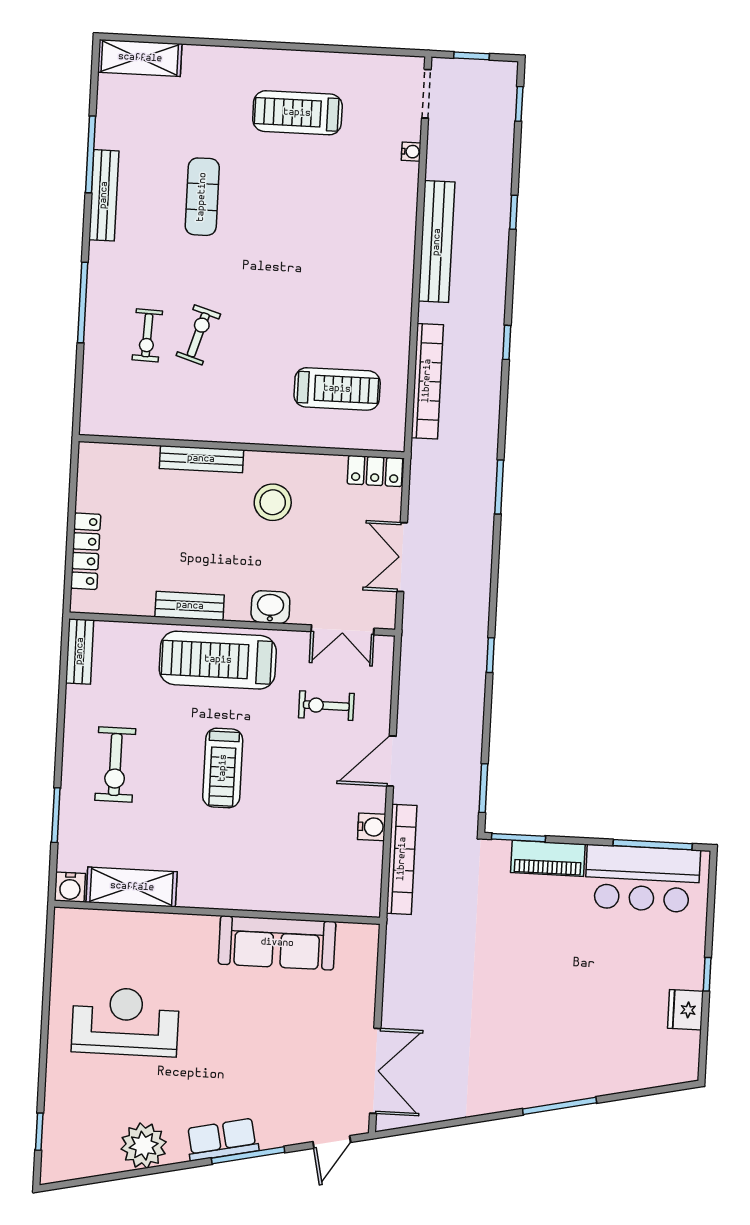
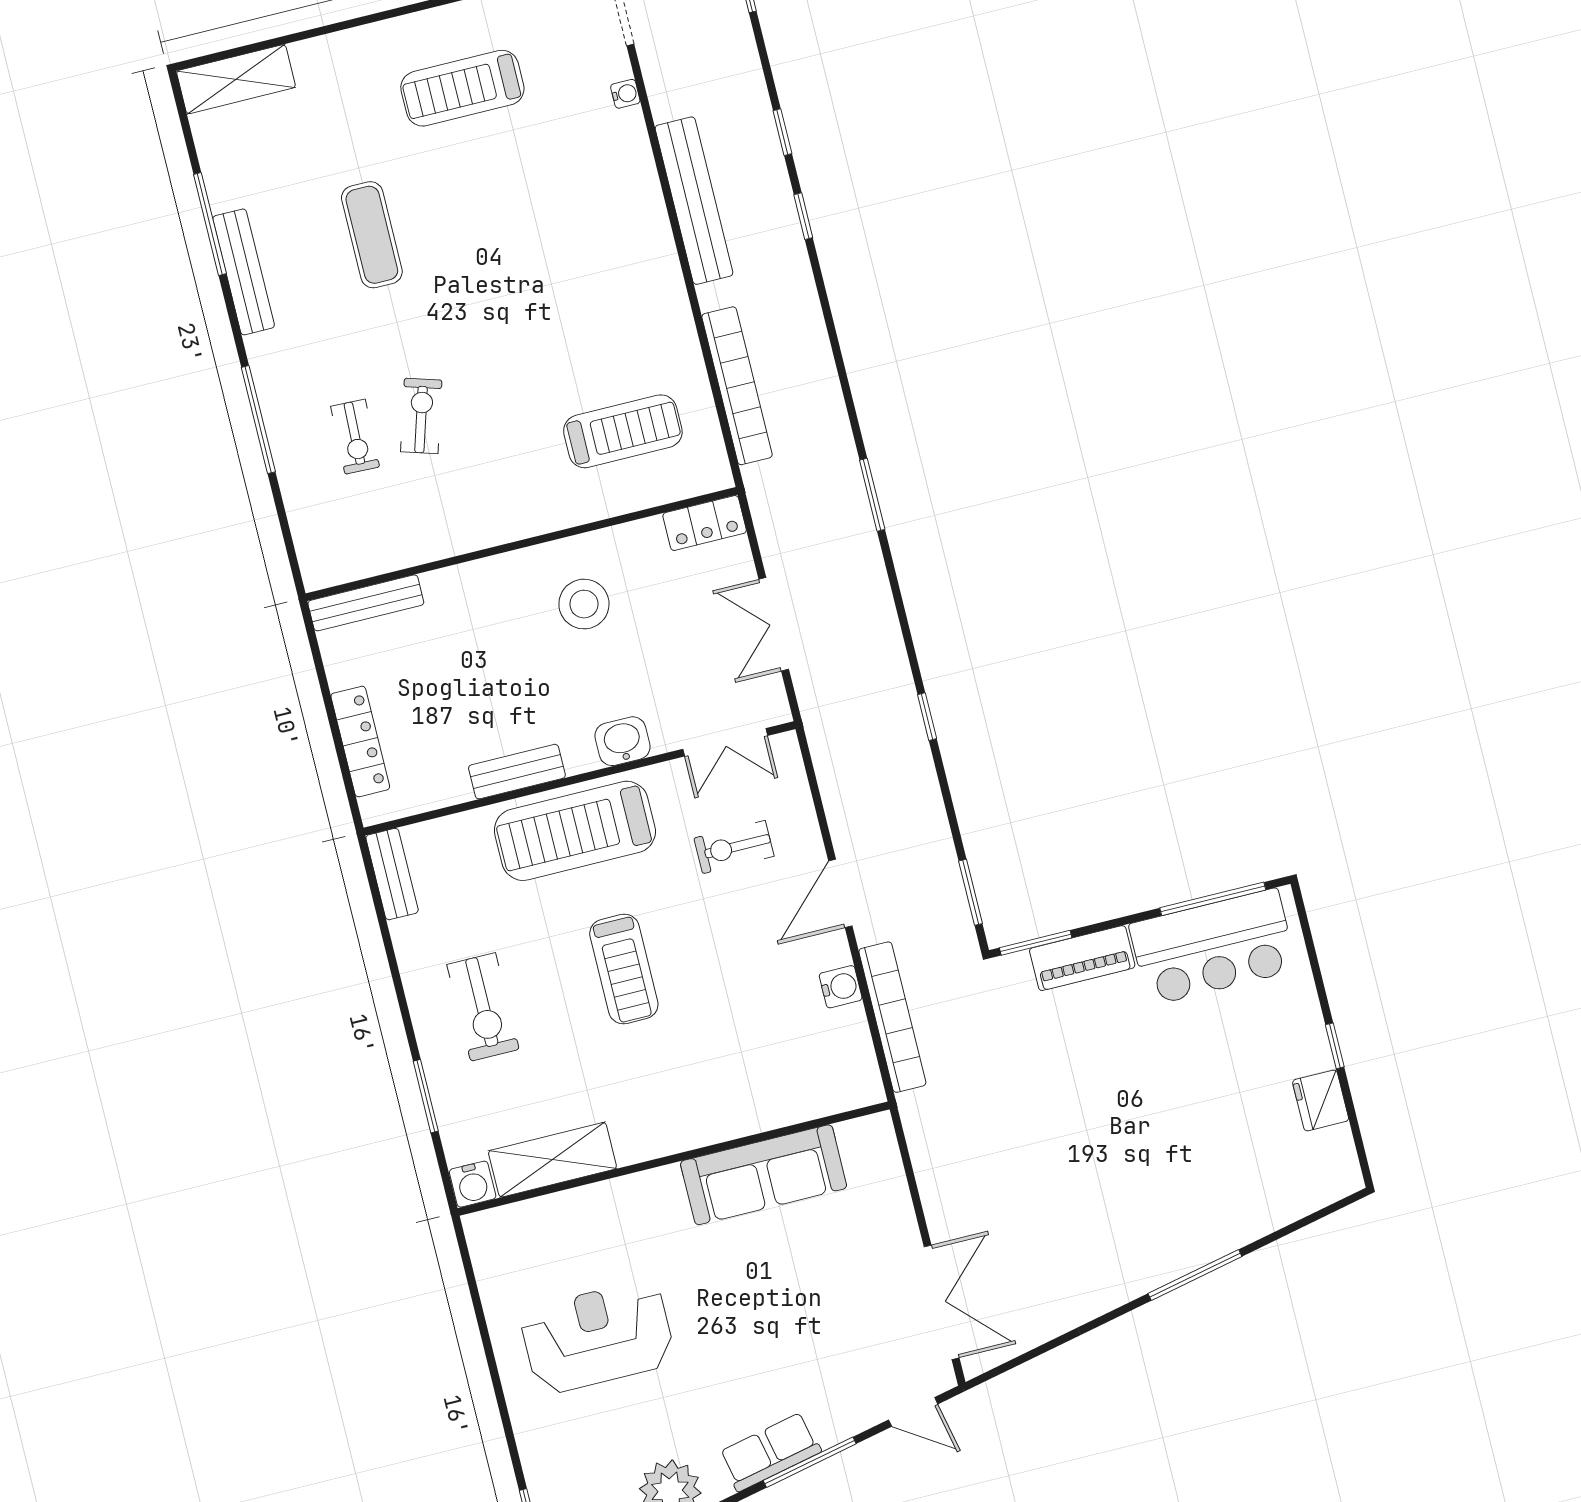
window: (507, 342) -> (803, 216), moved
bench: (201, 459) -> (366, 603), moved
door: (332, 1142) -> (913, 1412), hinge flipped

